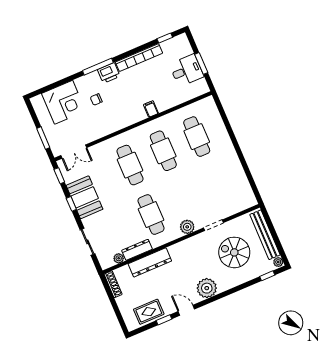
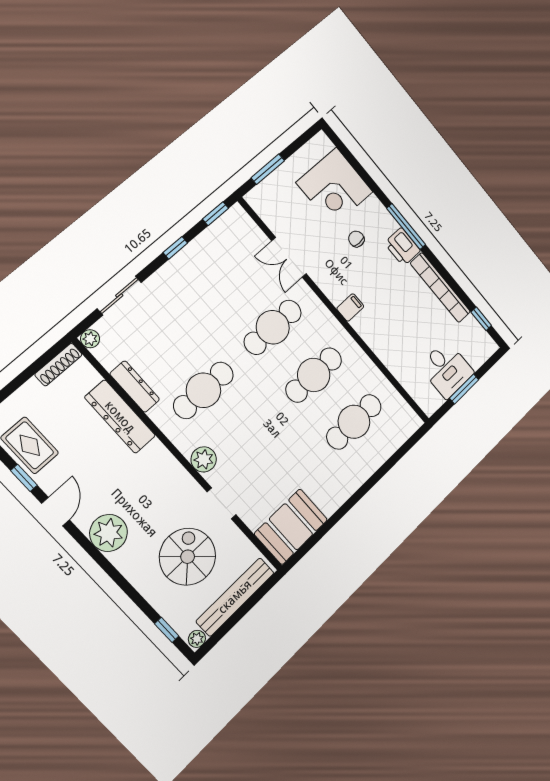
filing cabinet: (151, 109) -> (350, 307), moved
double door: (74, 152) -> (289, 257), moved
booth: (85, 197) -> (291, 527), moved
plant: (119, 258) -> (90, 339), moved

